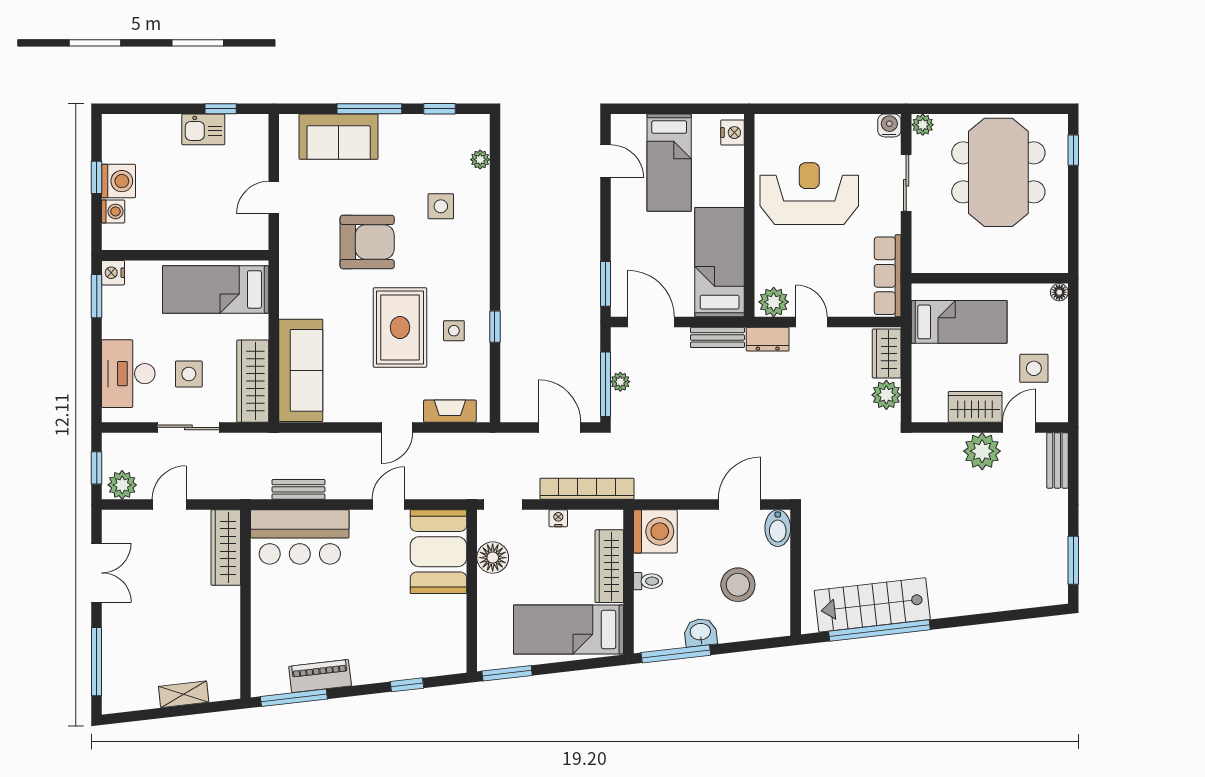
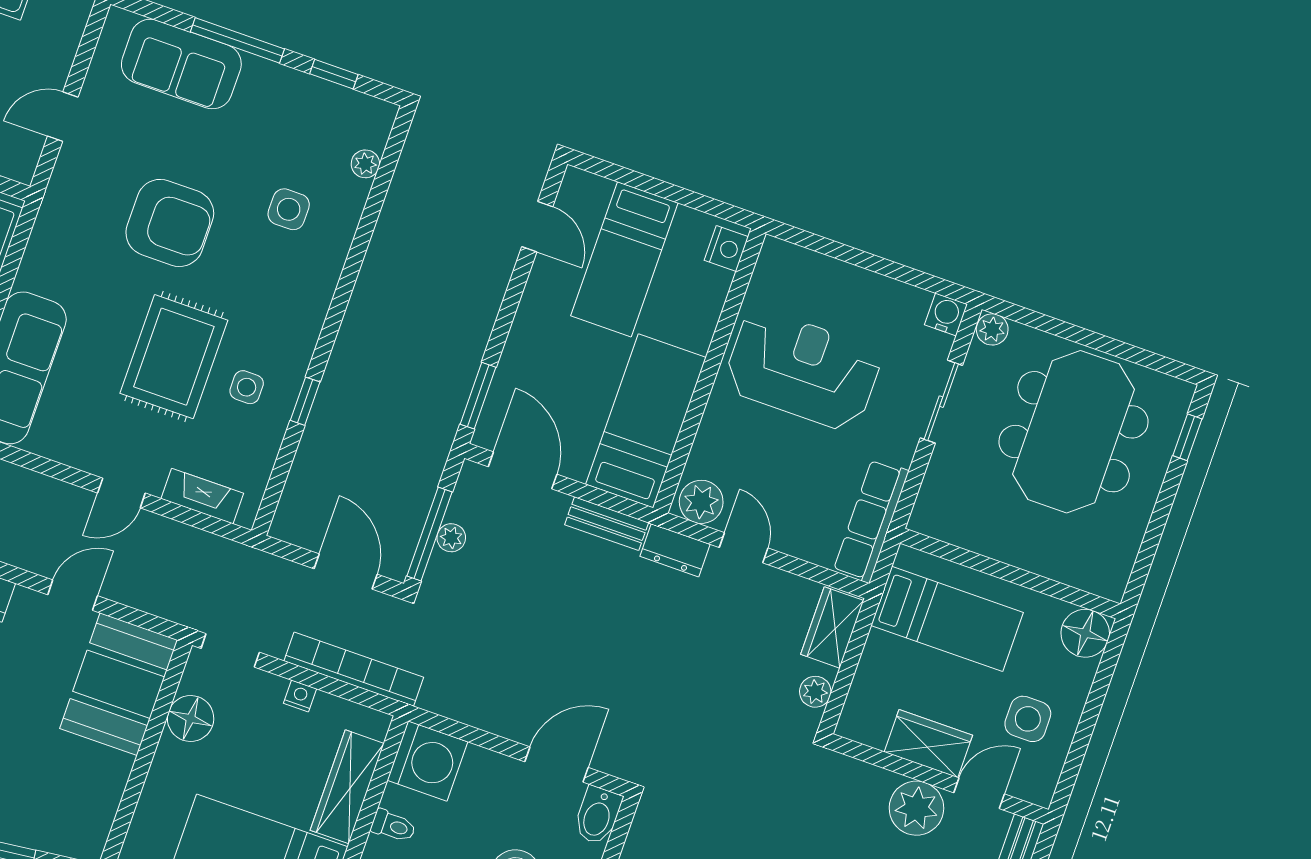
floor lamp: (1059, 292) -> (1085, 633), width x1.89, depth x1.89
plant: (886, 395) -> (815, 692), width x0.73, depth x0.73

